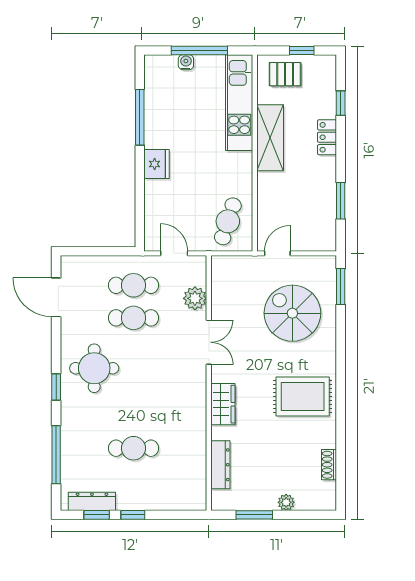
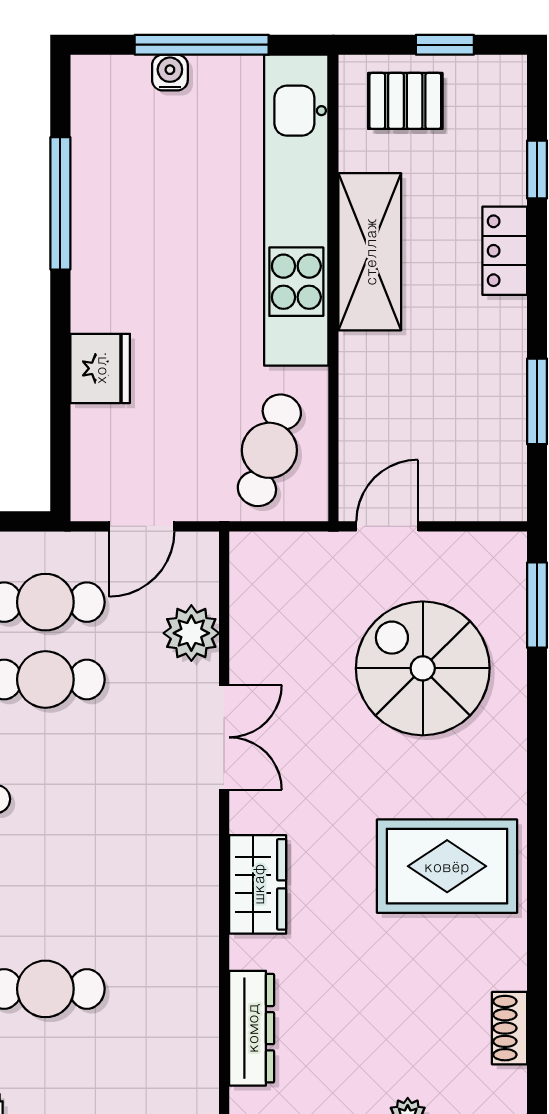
kitchen unit: (239, 103) -> (296, 210), width x1.36
fridge: (157, 164) -> (100, 368), moved
door: (174, 253) -> (142, 526), swing flipped

